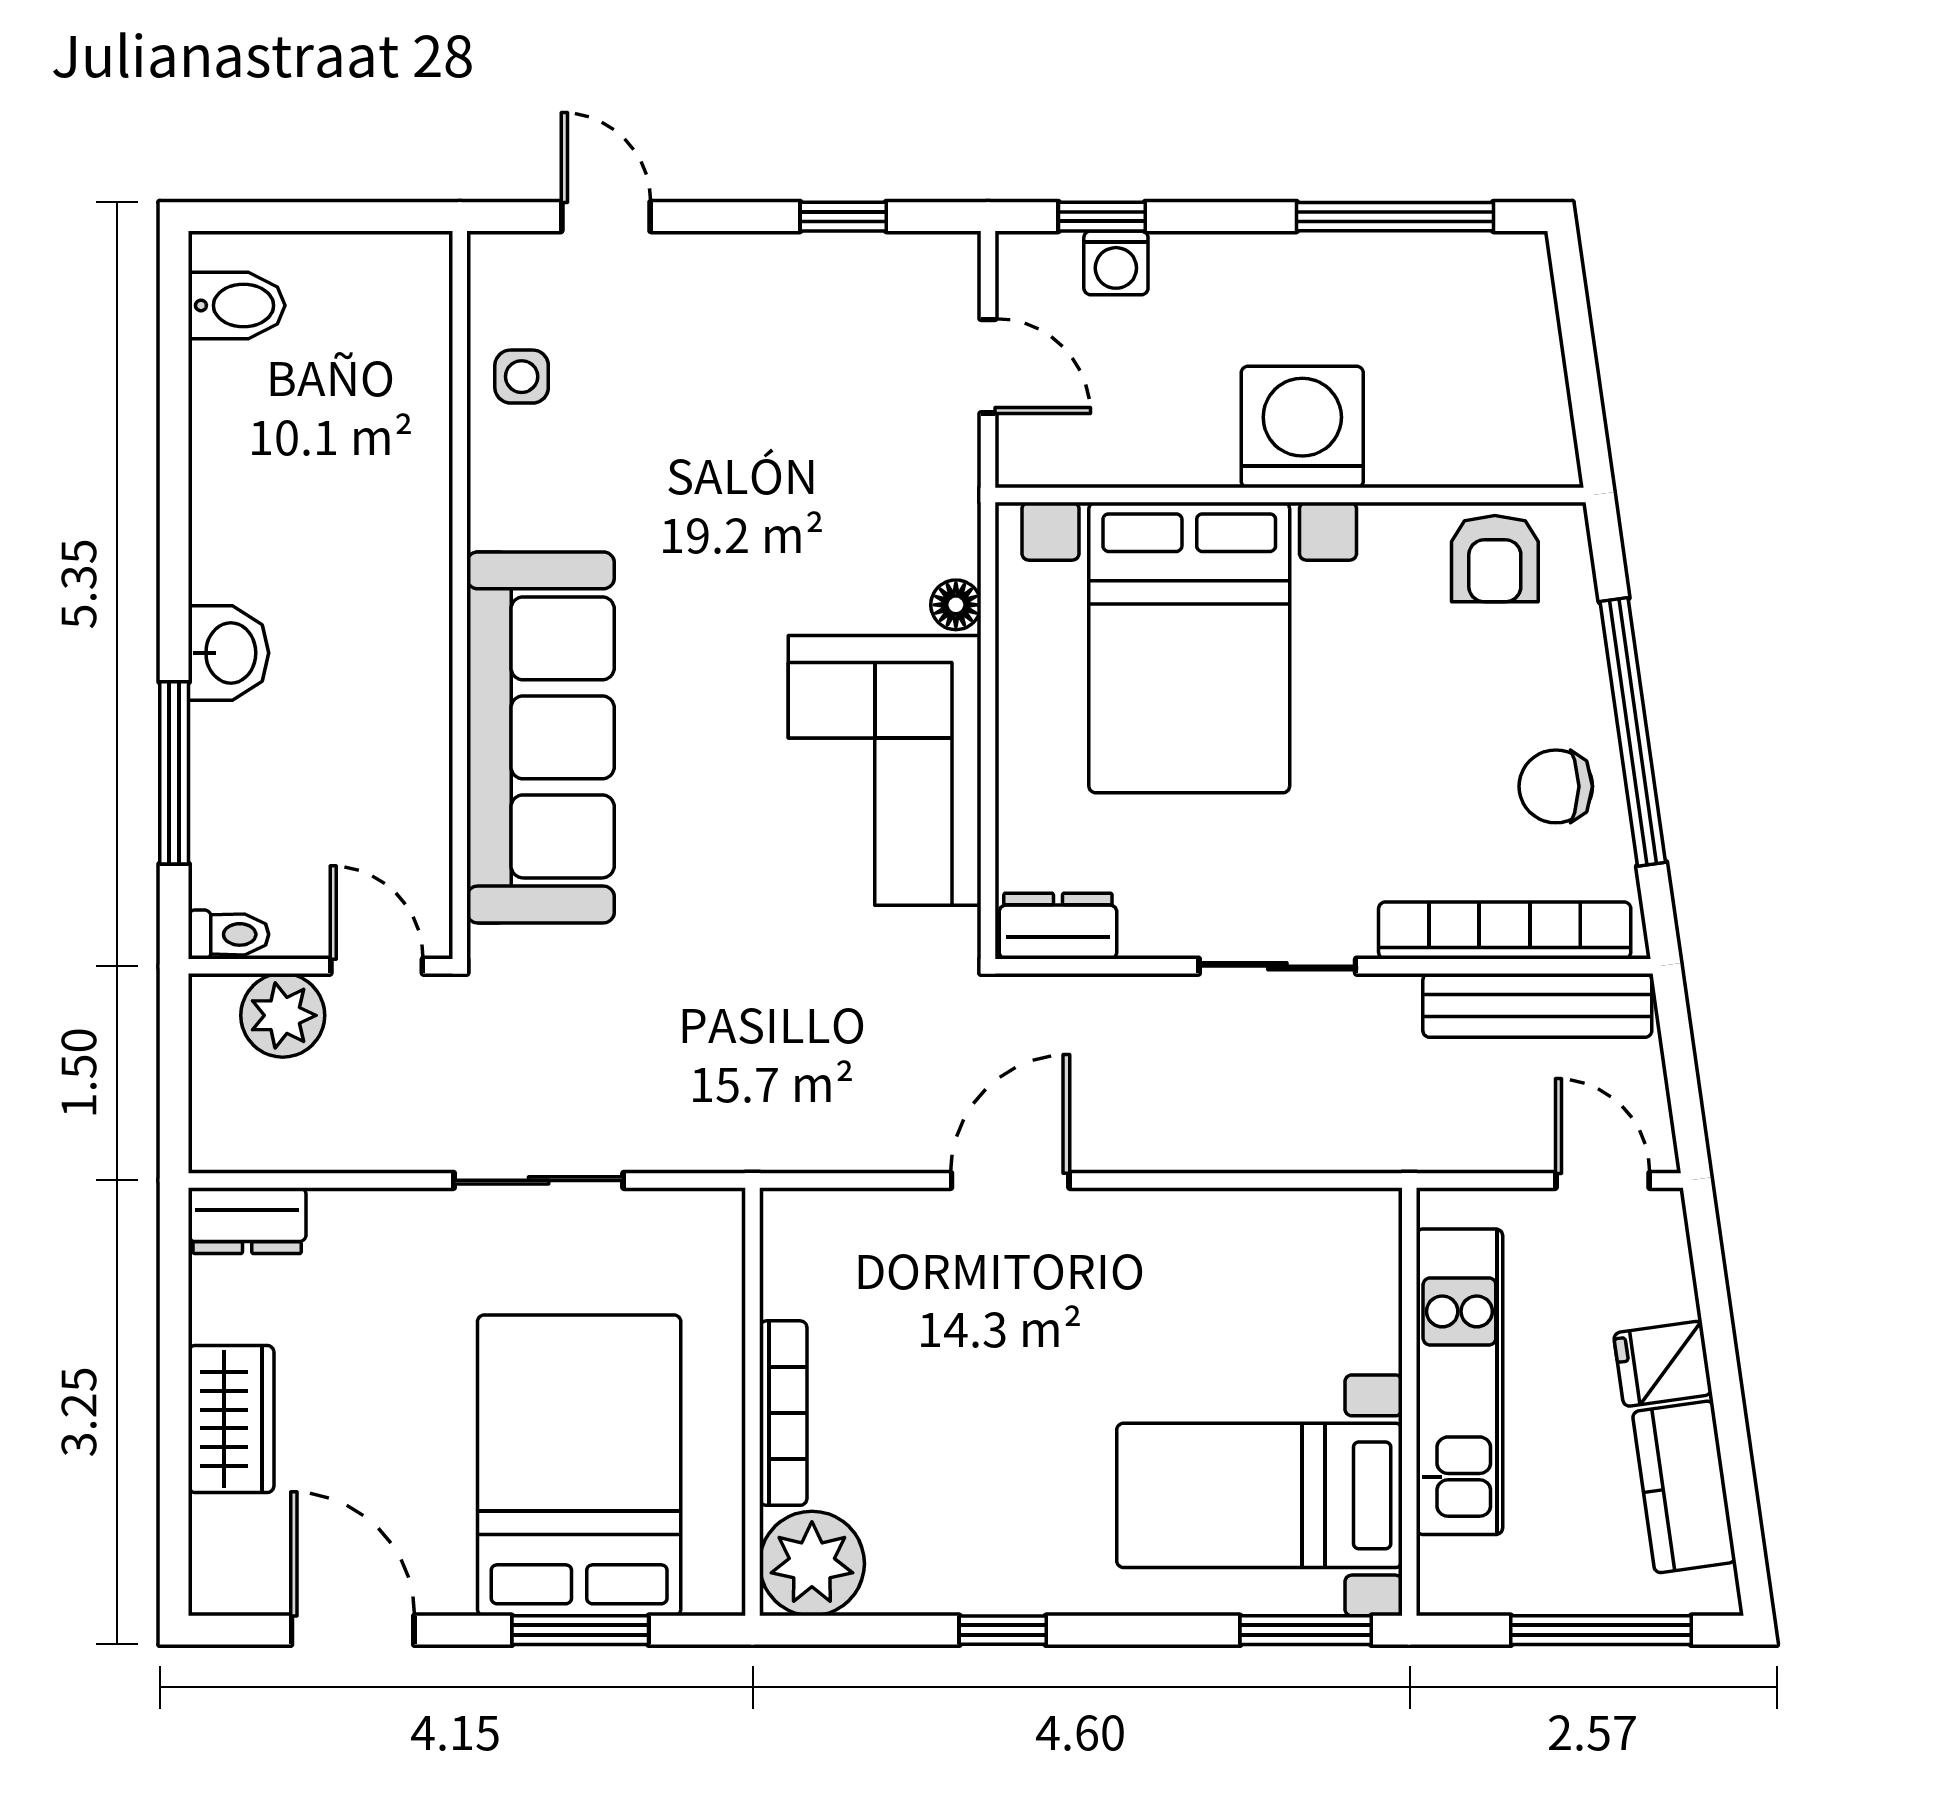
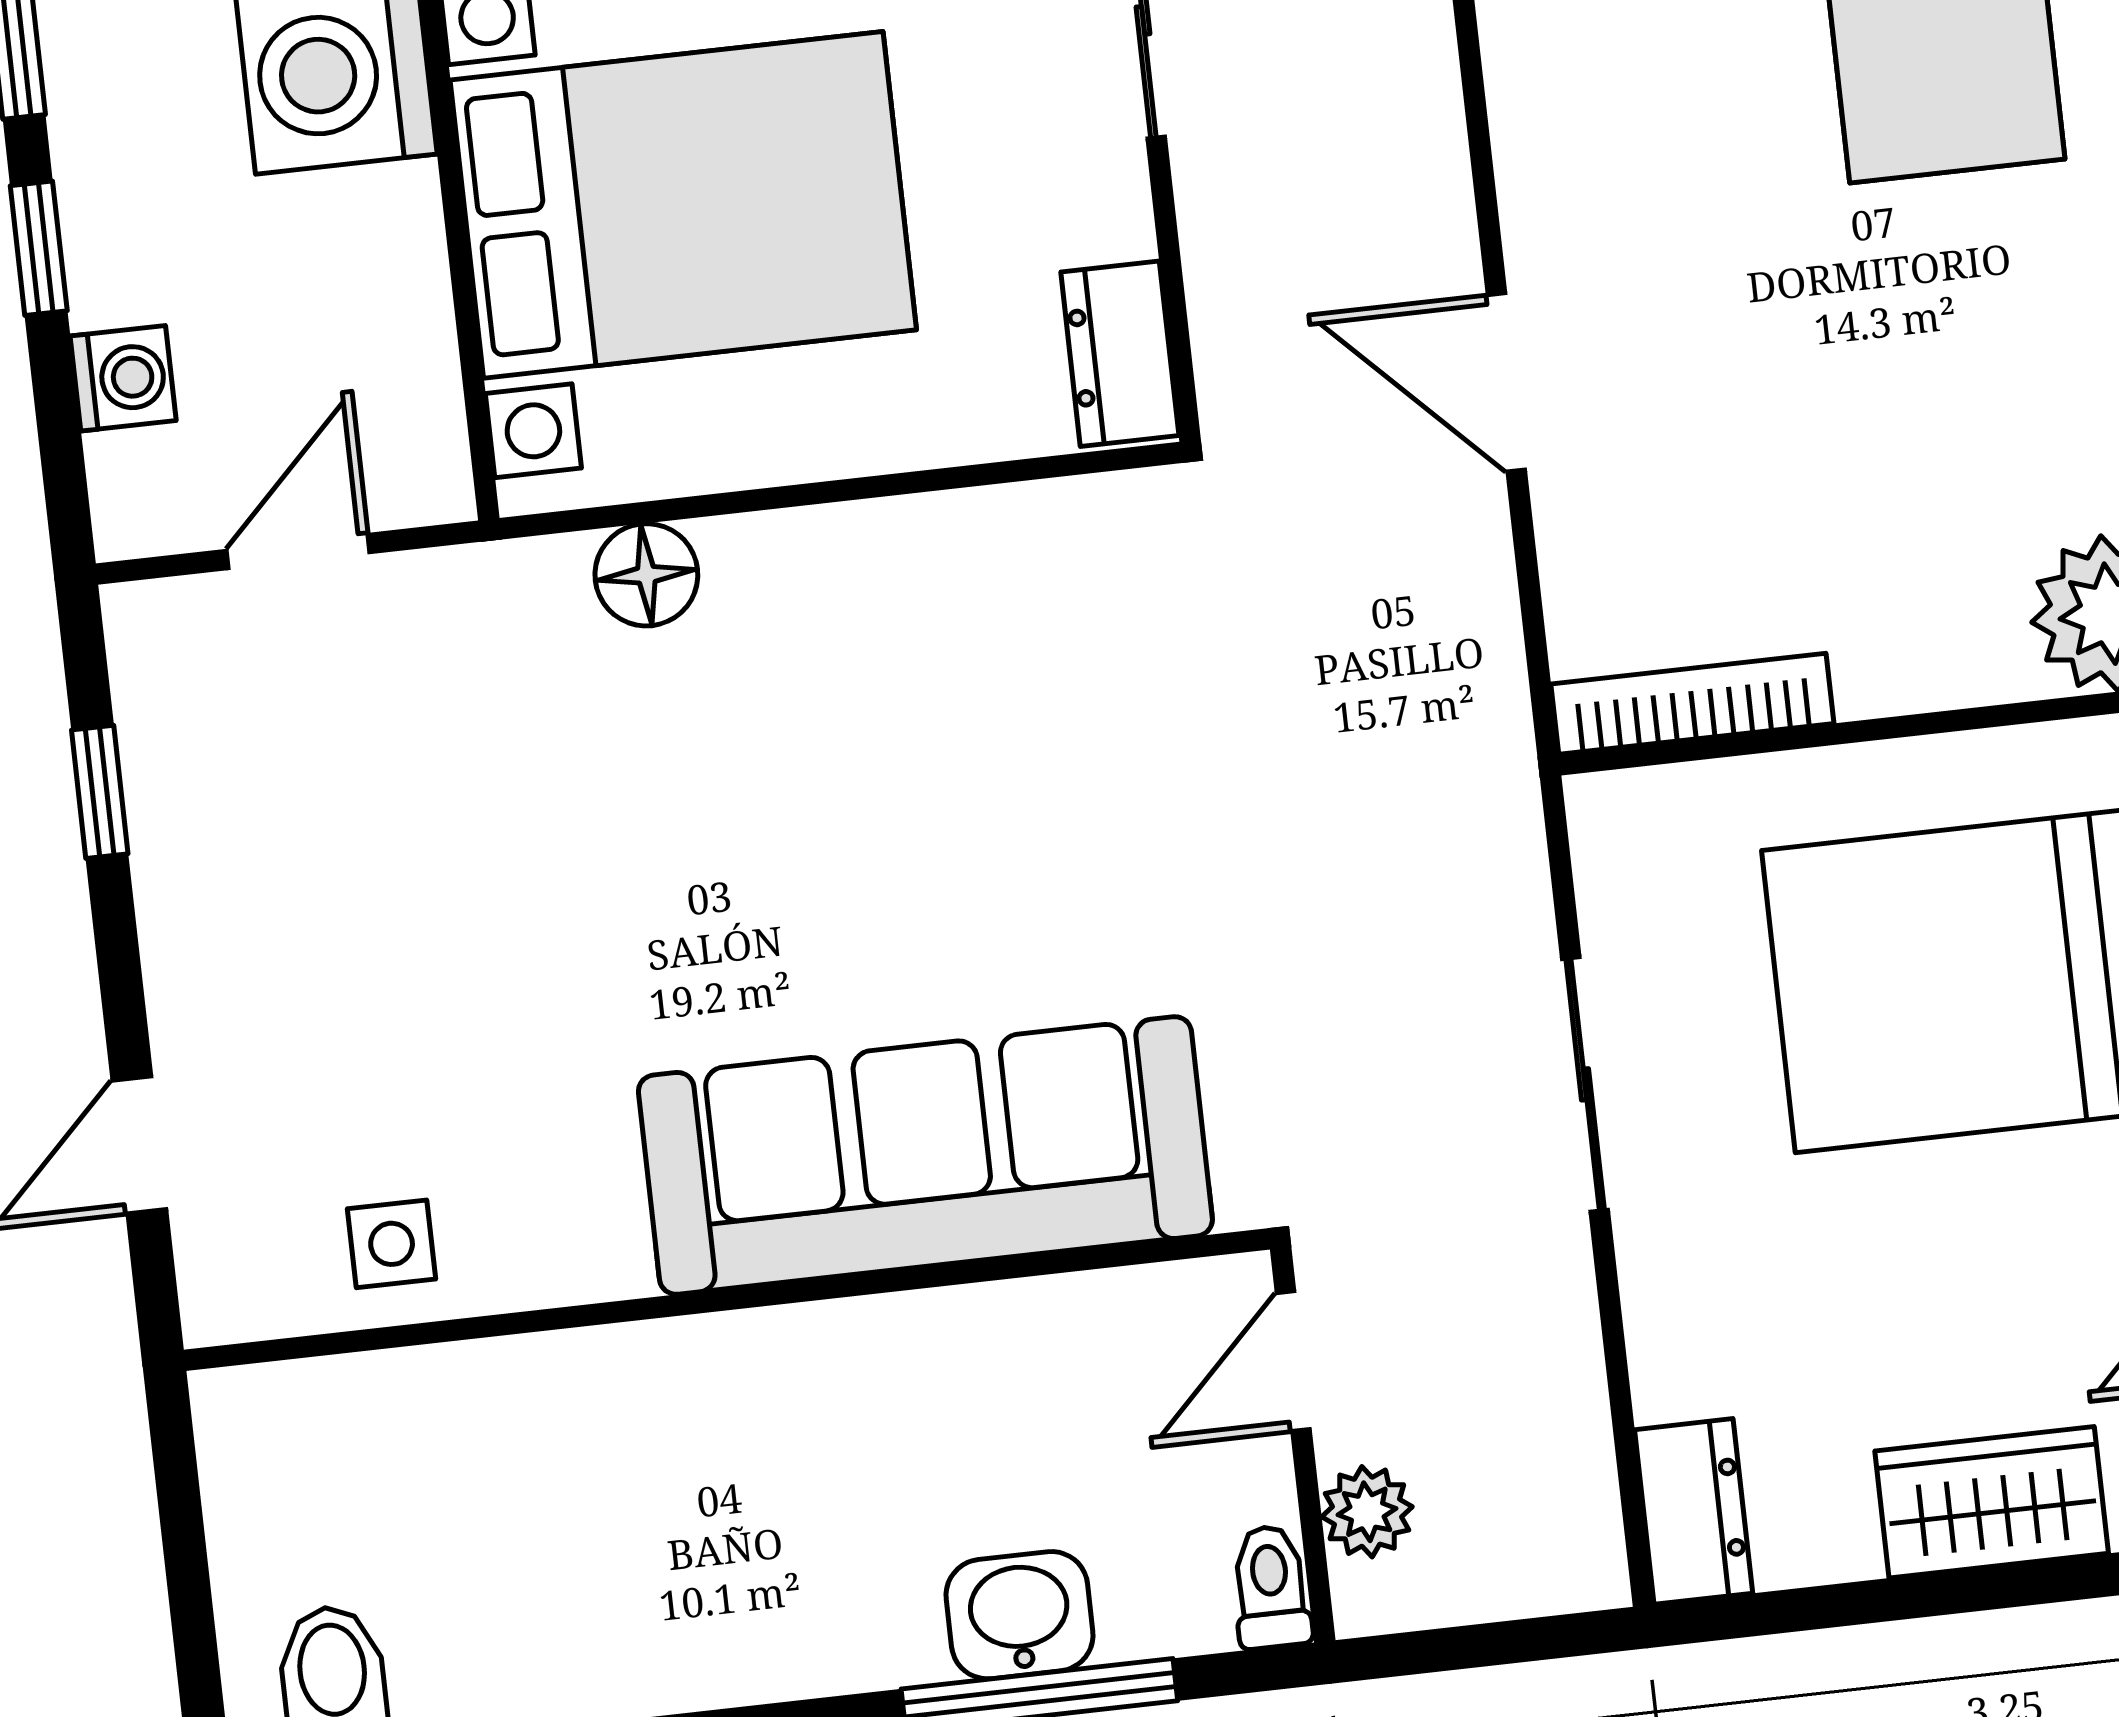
window: (1102, 217) -> (39, 248), moved
floor lamp: (956, 605) -> (646, 575), width x1.37, depth x1.37
washbasin: (228, 653) -> (1020, 1615), moved
corner sofa: (885, 770) -> (917, 638), removed
plant: (283, 1015) -> (1367, 1512), width x0.73, depth x0.73
bookcase: (783, 1413) -> (1692, 704), moved

